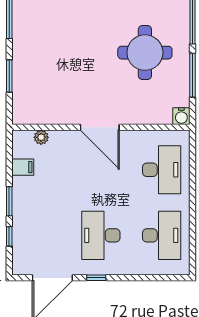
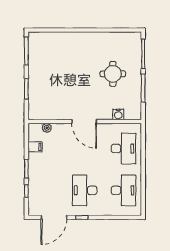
round table: (145, 53) -> (113, 74), width x0.73, depth x0.73
water cooler: (181, 116) -> (118, 114), moved

